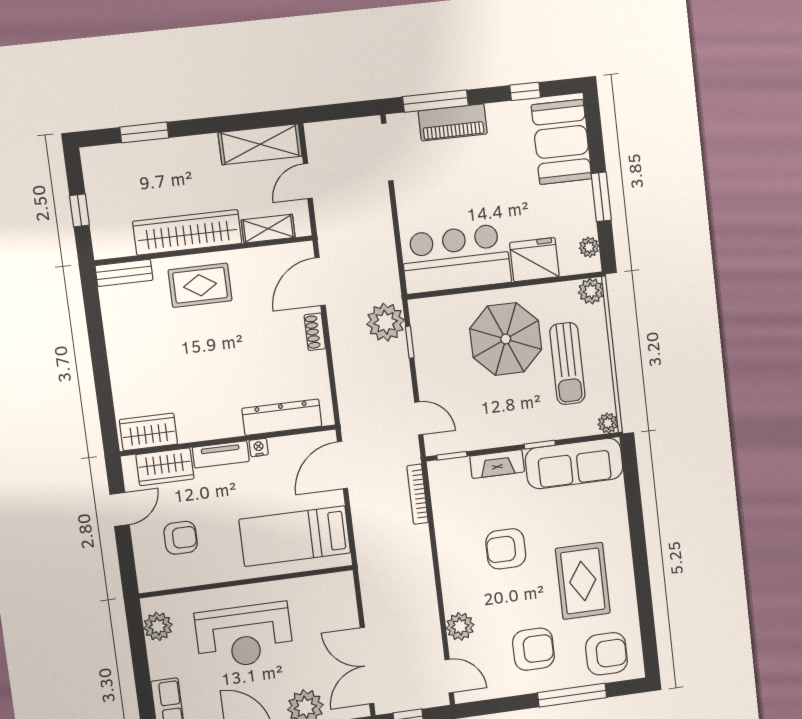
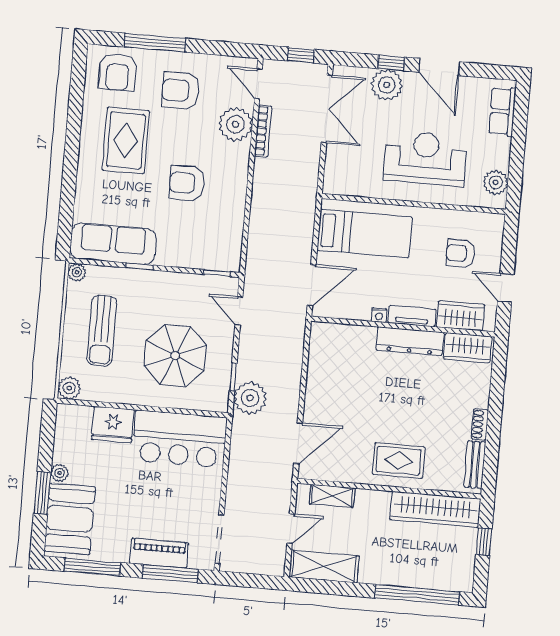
window: (525, 91) -> (92, 567), width x2.17
window: (144, 132) -> (417, 595), width x2.11
window: (601, 197) -> (42, 493), moved
wardrobe: (187, 232) -> (435, 509), moved
plant: (589, 247) -> (59, 473), moved
bench: (124, 273) -> (475, 465), moved, turned 90
shoe rack: (315, 332) -> (480, 424), moved, turned 180
parasol: (506, 339) -> (175, 356), moved
sun lounger: (567, 364) -> (102, 331), turned 180
dresser: (282, 417) -> (410, 341), moved
fireplace: (497, 464) -> (180, 258), removed
bookcase: (418, 494) -> (263, 131), moved
door: (120, 509) -> (506, 288), hinge flipped
armchair: (506, 549) -> (187, 183), turned 180
plant: (460, 626) -> (236, 124), width x1.36, depth x1.36
armchair: (606, 654) -> (118, 72), turned -90

